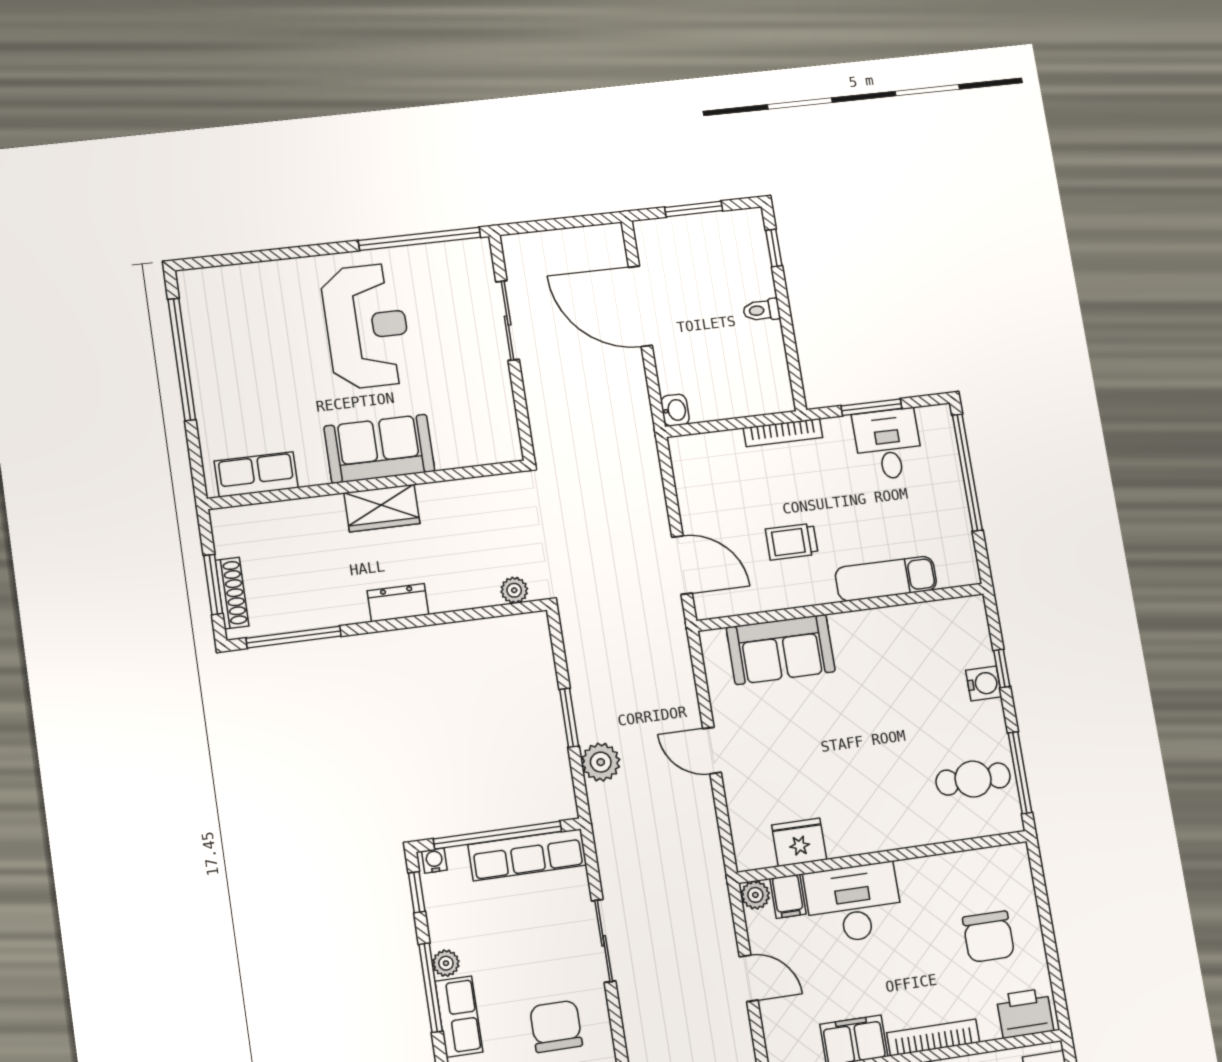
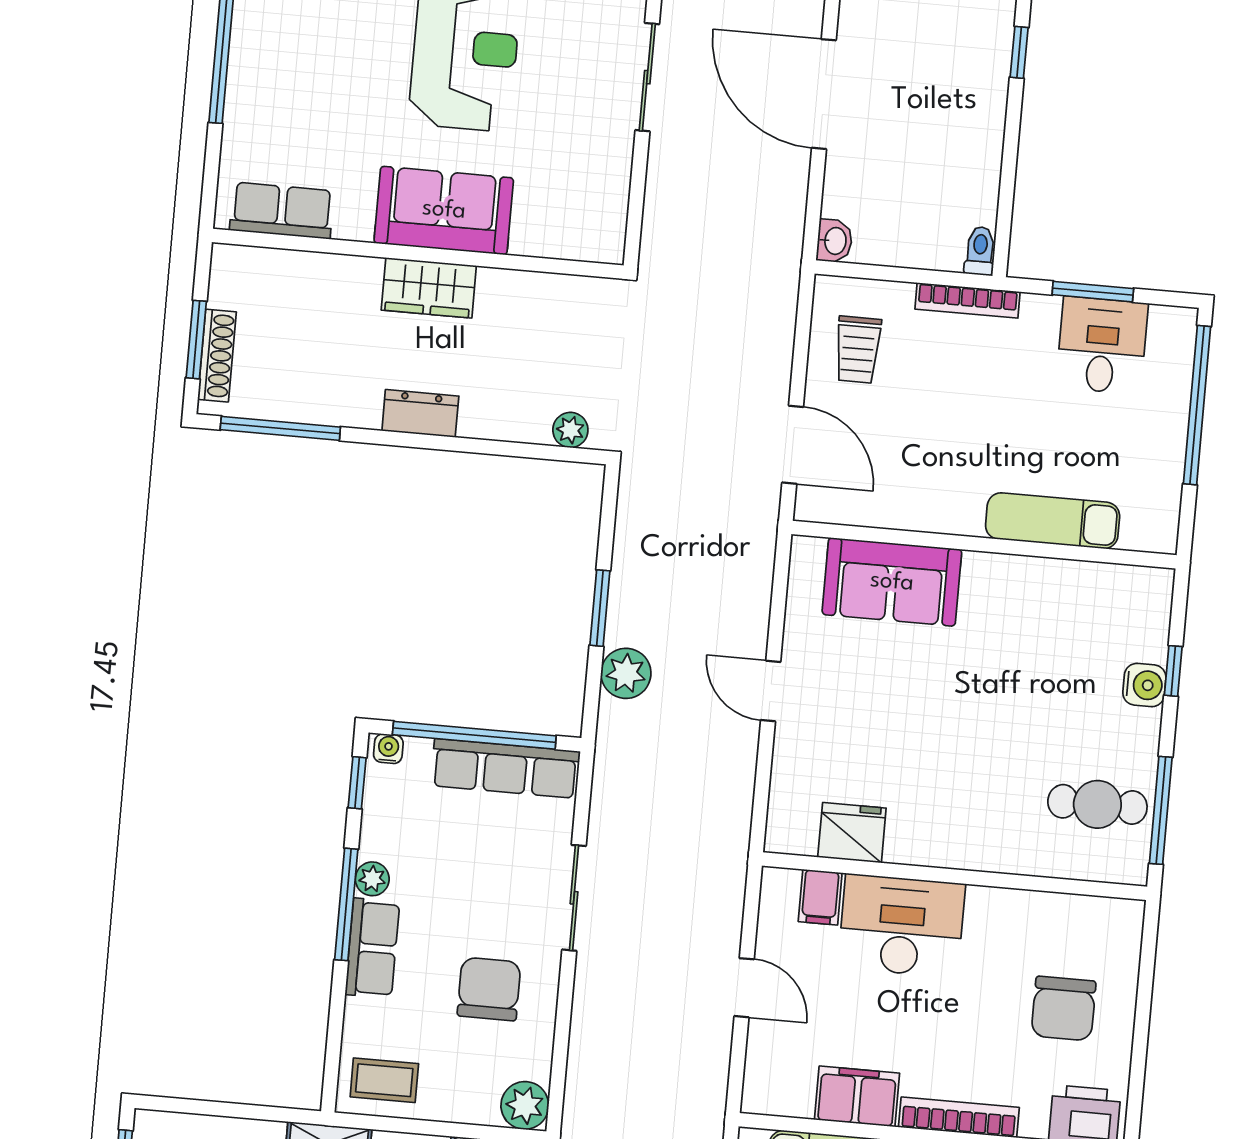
toilet: (762, 310) -> (980, 251), moved, turned 90
trolley: (792, 542) -> (858, 350), moved, turned -90
plant: (755, 895) -> (779, 886), removed

